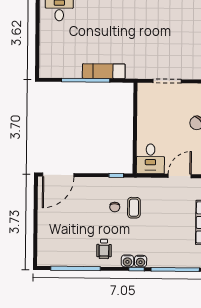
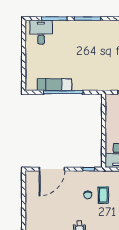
exam couch: (104, 71) -> (54, 85), moved
door: (58, 175) -> (52, 169), moved

